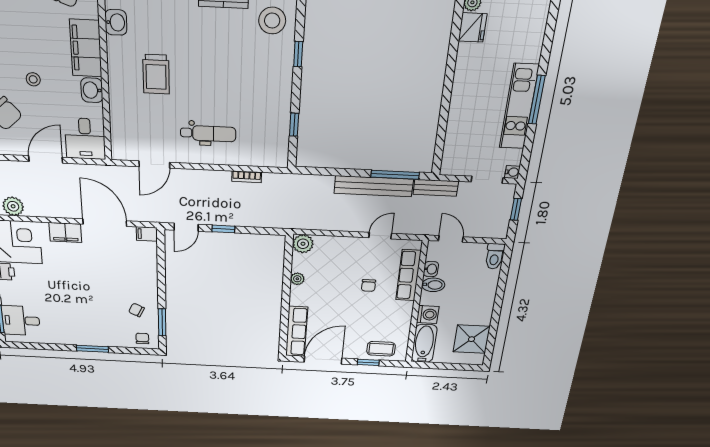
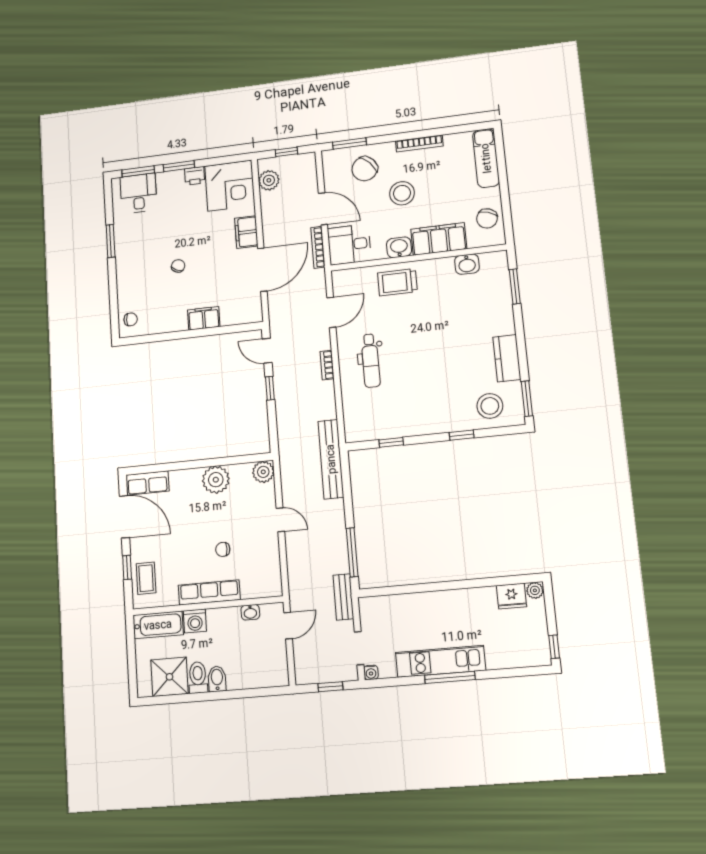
trolley: (156, 74) -> (397, 282), moved
stool: (33, 79) -> (402, 193), width x1.89, depth x1.89
door: (154, 164) -> (331, 312), swing flipped
bookcase: (86, 169) -> (318, 247), added
bookcase: (247, 177) -> (327, 365), moved
bench: (374, 186) -> (331, 459), moved
filing cabinet: (147, 234) -> (204, 318), moved, width x2.00
door: (380, 236) -> (280, 520), moved
toilet: (495, 256) -> (198, 677), moved, turned 90
row of seats: (408, 275) -> (209, 592), moved
plant: (297, 279) -> (216, 480), width x1.88, depth x1.88
bidet: (433, 285) -> (217, 679), moved, turned 180
chair: (136, 310) -> (178, 266), moved
window: (162, 322) -> (153, 338), removed
row of seats: (297, 332) -> (147, 483), width x0.68
window: (92, 349) -> (111, 241), moved

